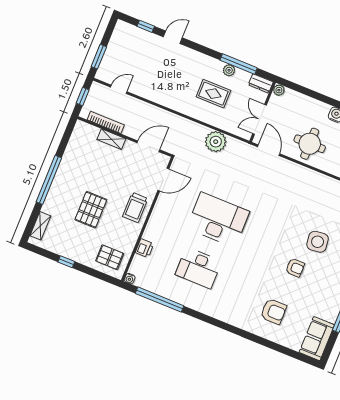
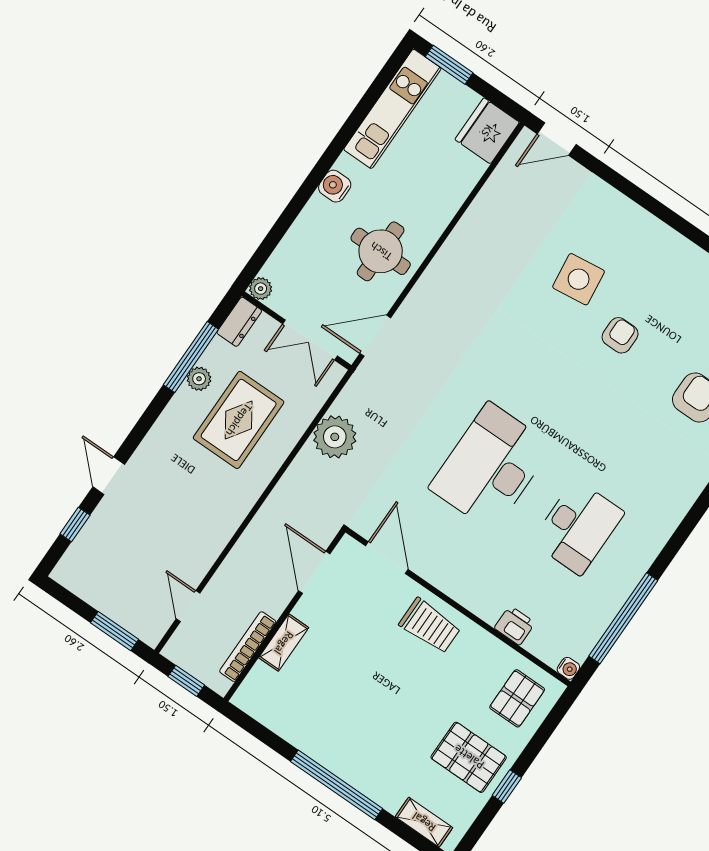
rug: (213, 94) -> (239, 420), width x1.36, depth x1.43
pallet: (91, 210) -> (469, 757), moved

